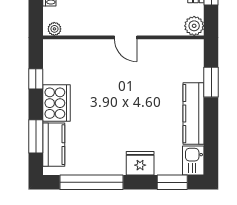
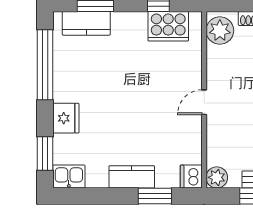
plant: (54, 29) -> (220, 31), width x1.88, depth x1.88
dishwasher: (193, 49) -> (191, 177), added
cooker: (56, 103) -> (168, 26), moved
kitchen counter: (194, 114) -> (132, 177), width x0.67

